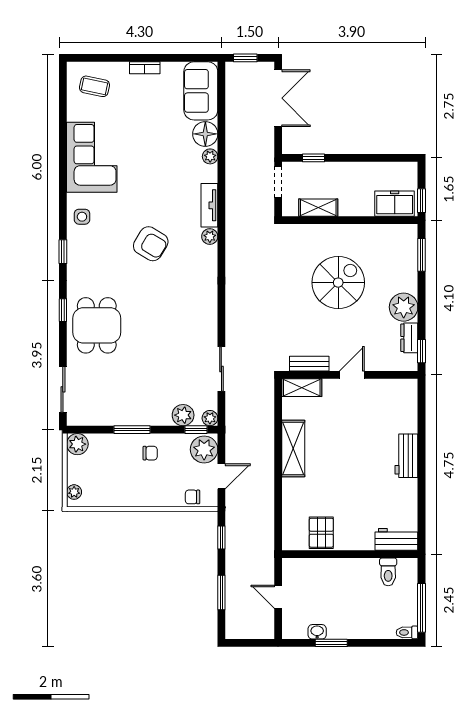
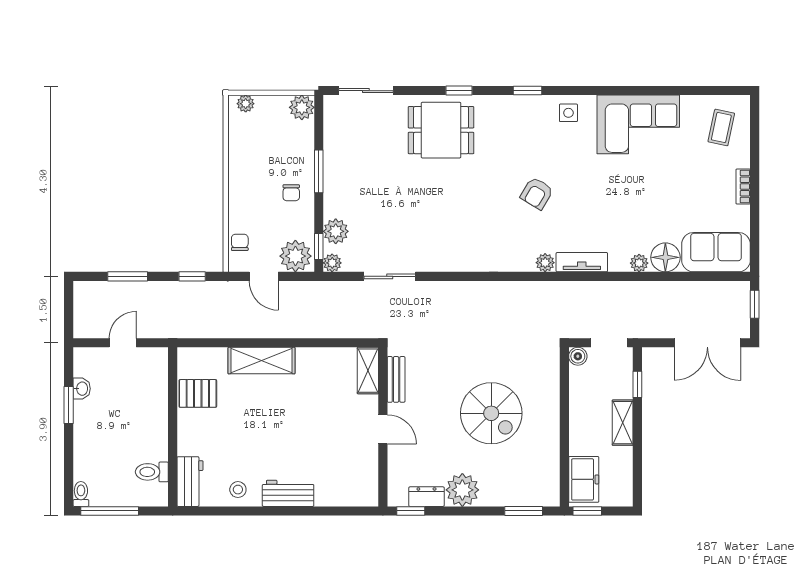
shelving: (318, 208) -> (623, 423), moved
boiler: (290, 209) -> (578, 356), added
armchair: (151, 244) -> (537, 193), width x0.72, depth x0.72
shelving: (293, 448) -> (261, 361), moved
stool: (403, 499) -> (238, 490), added

